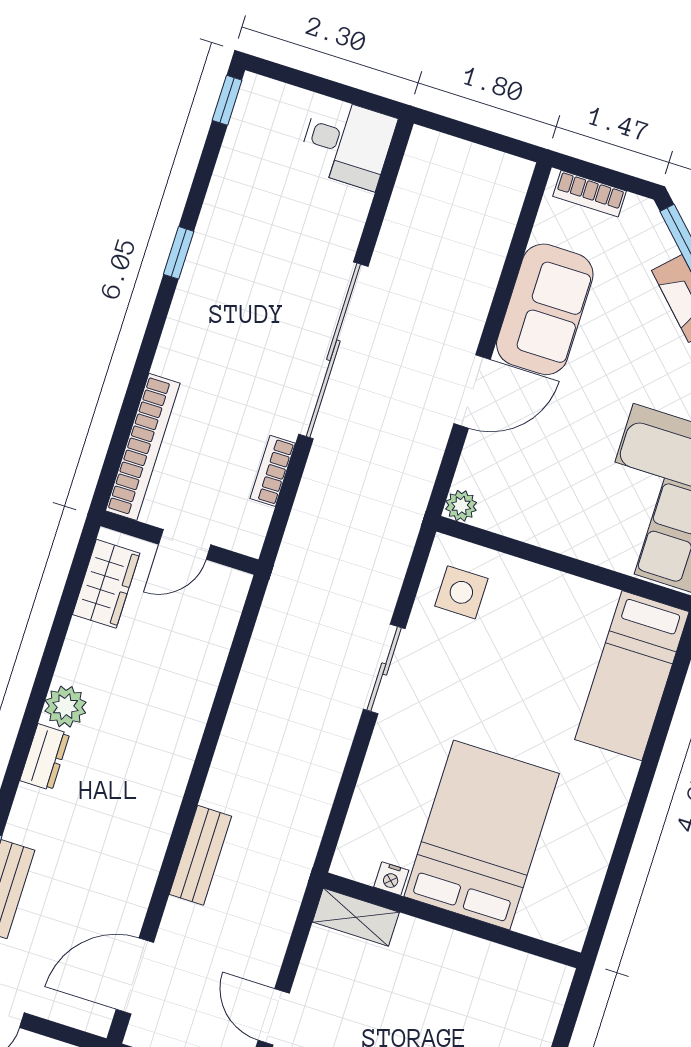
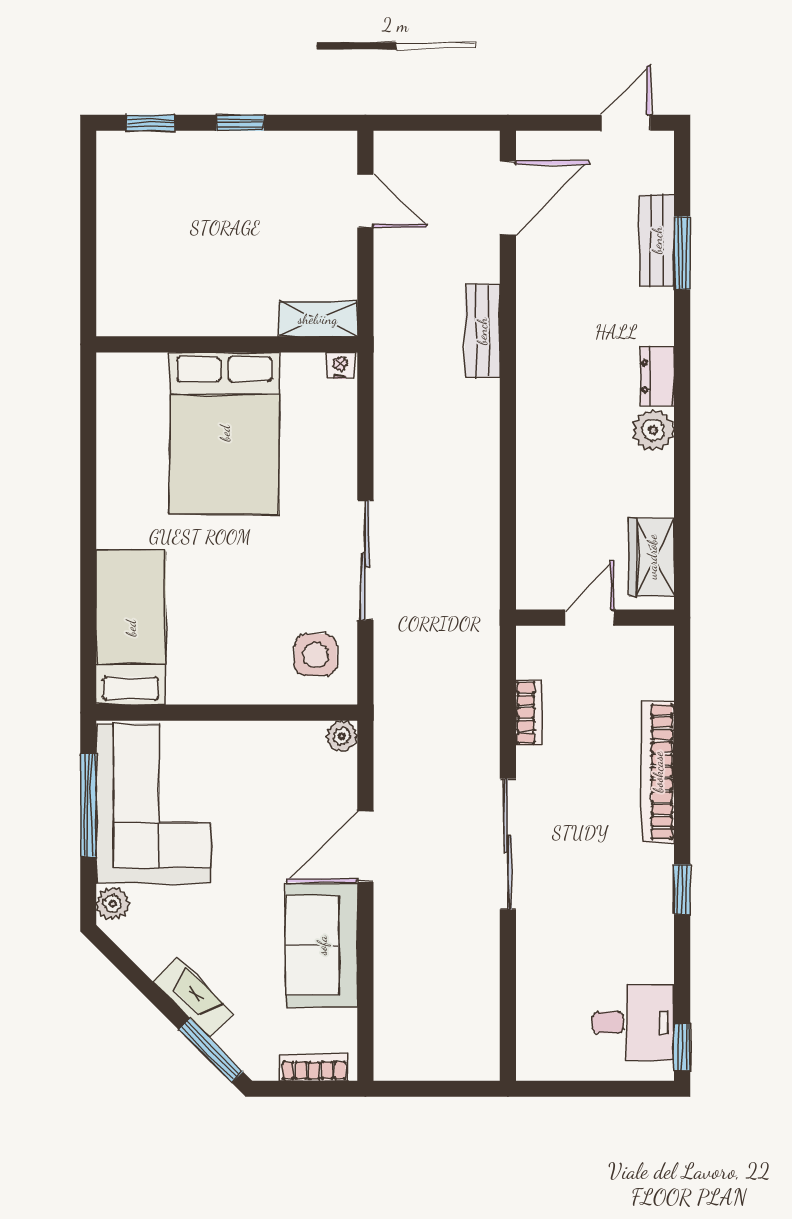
desk: (347, 143) -> (633, 1023), moved, turned 180
sliding door: (333, 350) -> (508, 844), width x0.73
bookcase: (143, 447) -> (658, 772), moved
sliding door: (384, 669) -> (365, 560), width x1.37
nightstand: (391, 879) -> (340, 366), moved

